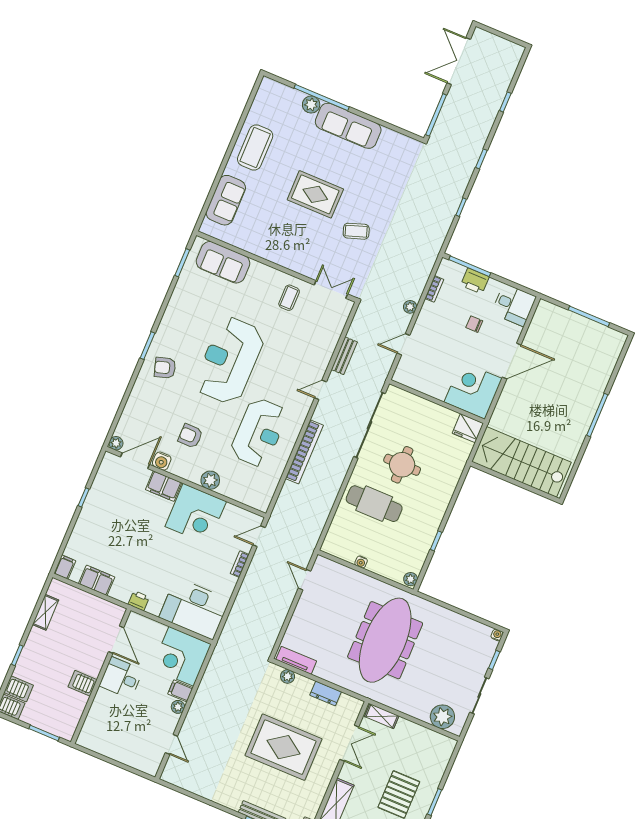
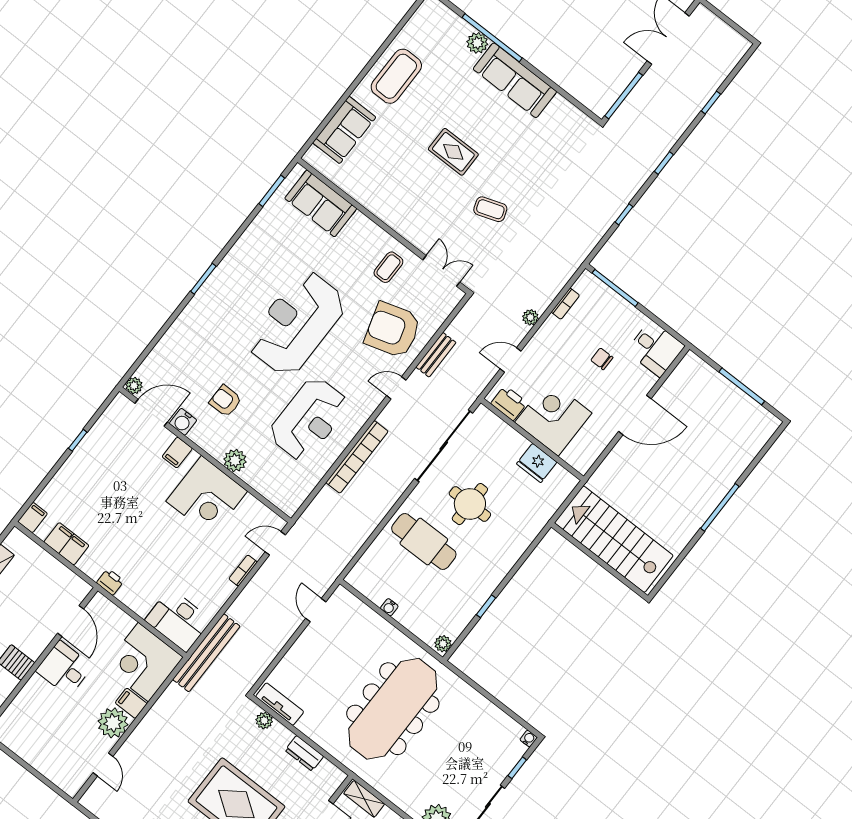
rug: (315, 194) -> (453, 152), width x0.73, depth x0.70
printer: (475, 281) -> (509, 403), moved, turned 180
armchair: (165, 368) -> (393, 330), moved, width x1.88, depth x1.88
corner desk: (473, 390) -> (553, 418), moved
fridge: (468, 428) -> (537, 463), moved
filing cabinet: (164, 486) -> (177, 453), width x0.50
desk: (194, 609) -> (178, 620), width x0.73, depth x0.77
bench: (228, 636) -> (206, 653), added
plant: (178, 707) -> (113, 723), width x1.87, depth x1.87

